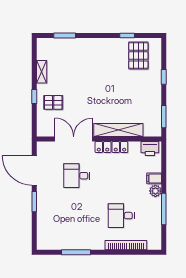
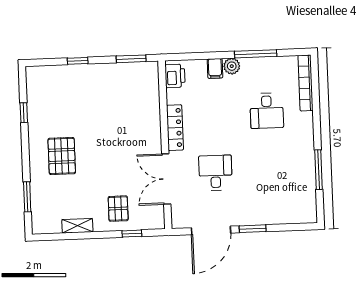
pallet: (138, 56) -> (62, 156), moved, turned 90
window: (34, 96) -> (132, 234), moved
shelving: (118, 130) -> (152, 119), removed
desk: (77, 176) -> (215, 173), turned 180
bookcase: (126, 245) -> (305, 83), moved

